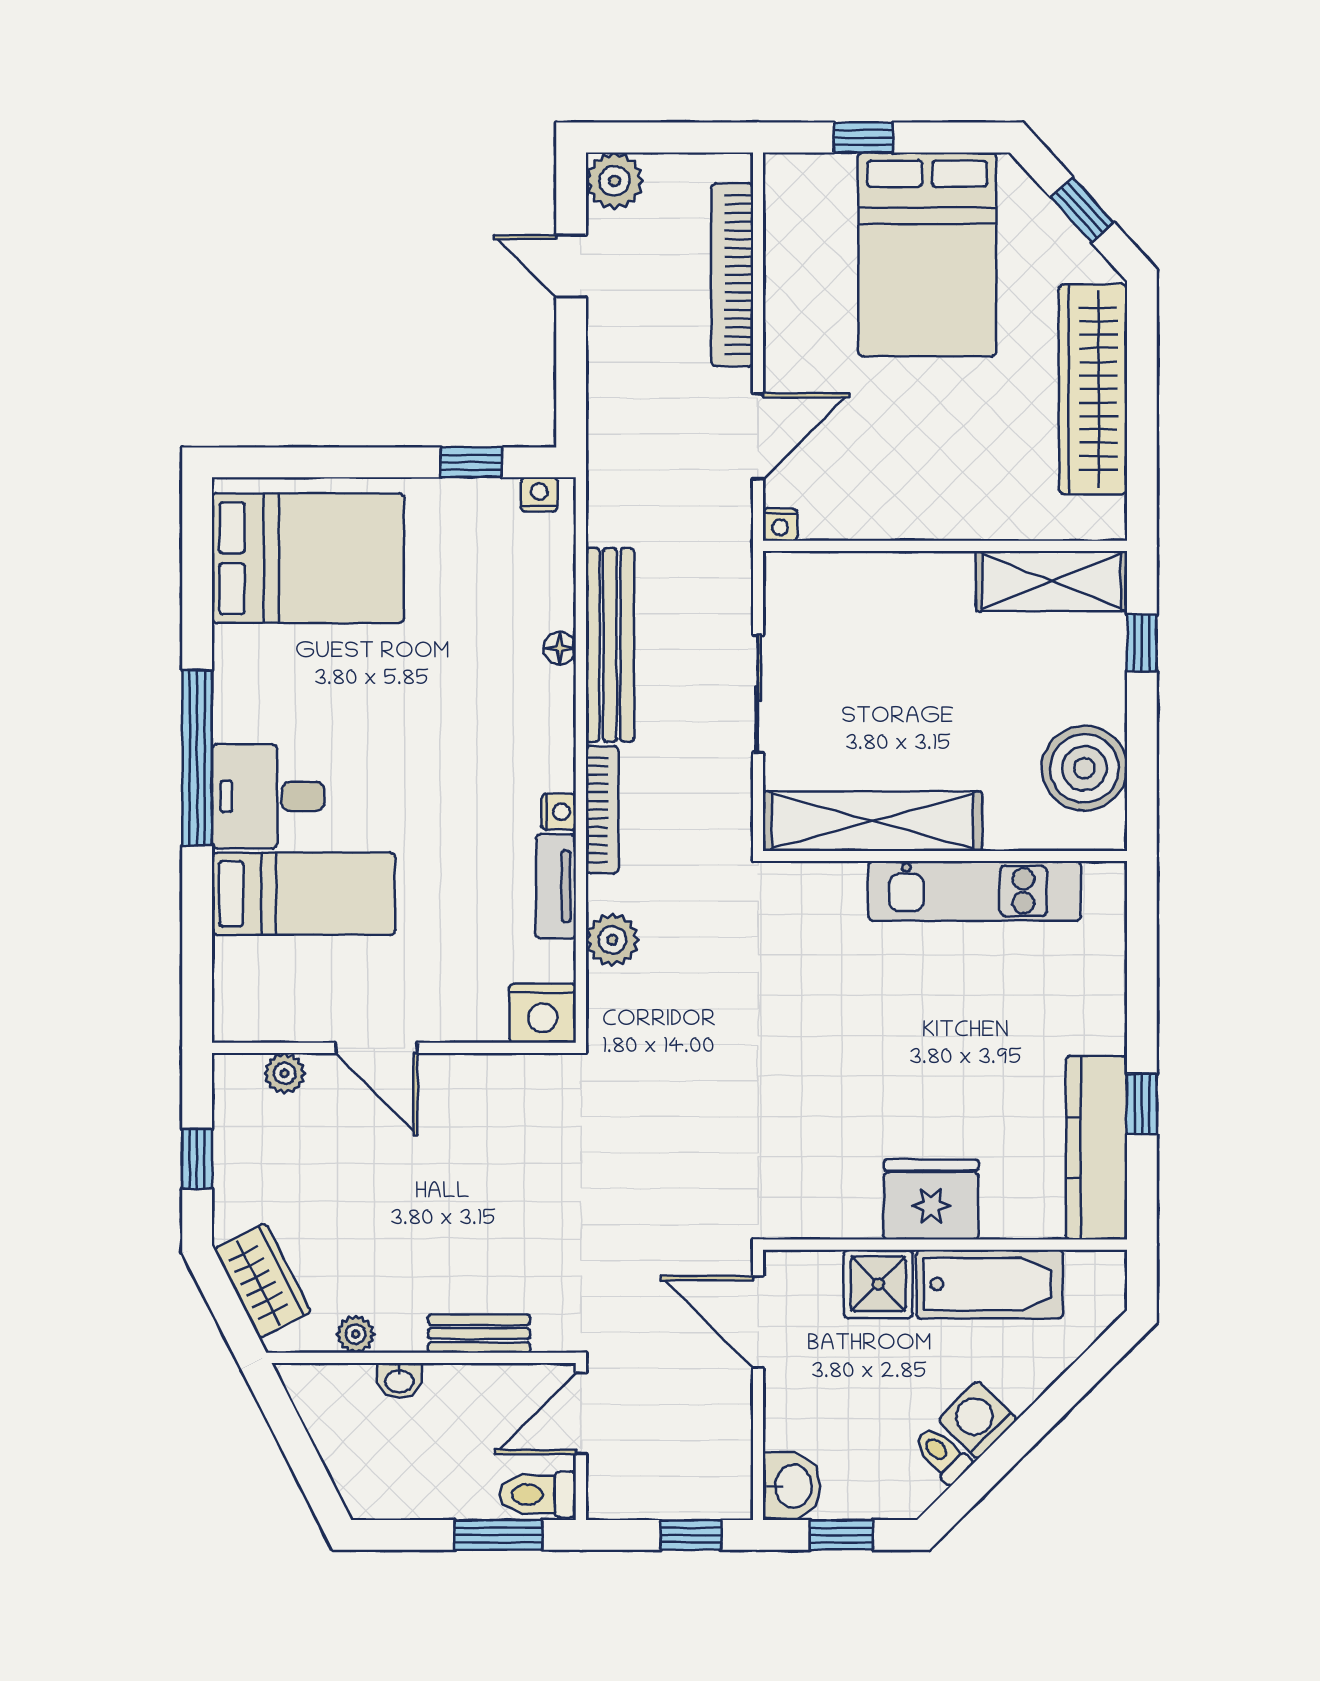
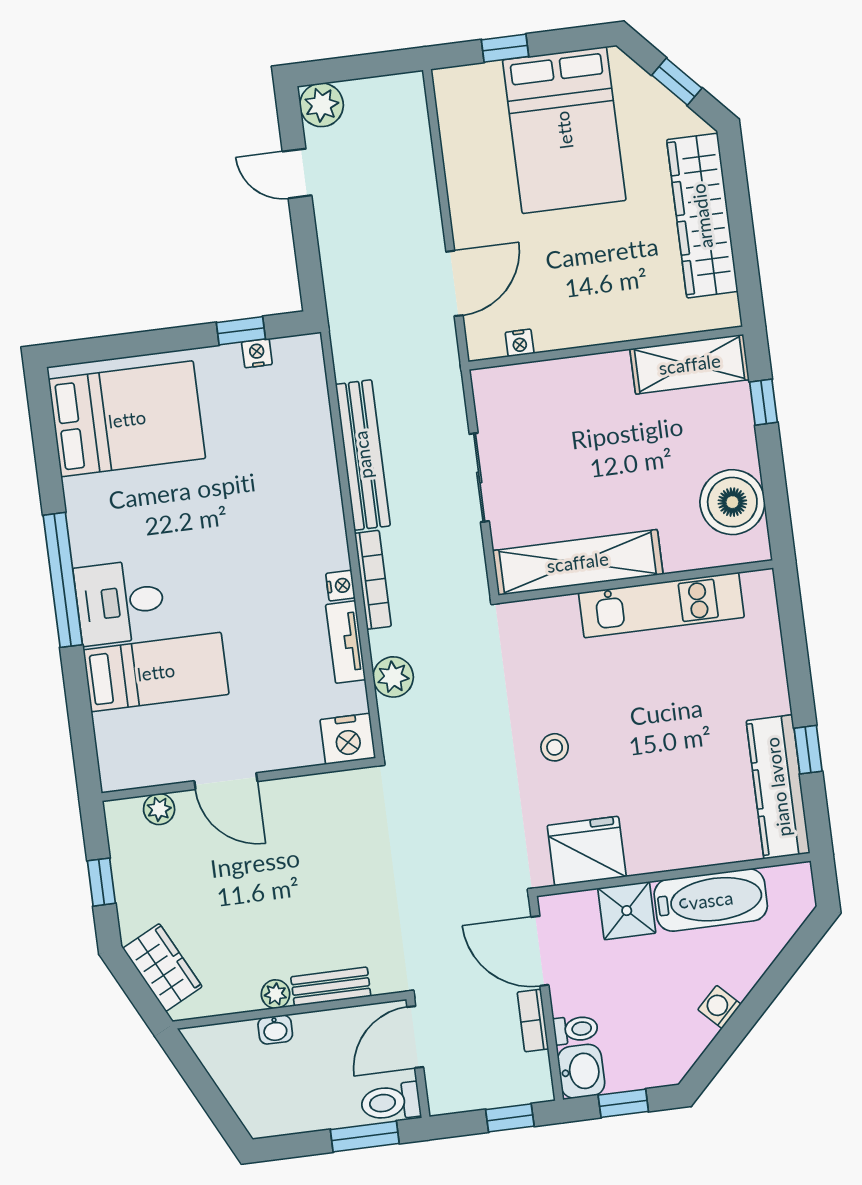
bookcase: (732, 275) -> (533, 1021), moved, width x0.43, depth x0.76
nightstand: (539, 494) -> (257, 353), moved
nightstand: (780, 525) -> (520, 343), moved
floor lamp: (560, 648) -> (325, 462), removed
stool: (811, 1059) -> (555, 747), added
fridge: (931, 1200) -> (587, 851), moved
plant: (356, 1334) -> (276, 994), moved
washing machine: (978, 1420) -> (719, 1007), width x0.73, depth x0.73
toilet: (942, 1455) -> (576, 1029), moved, turned 135

